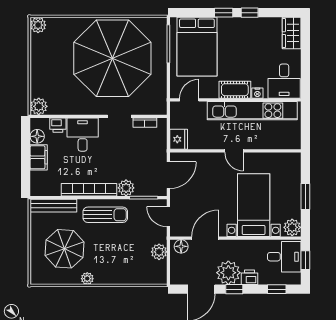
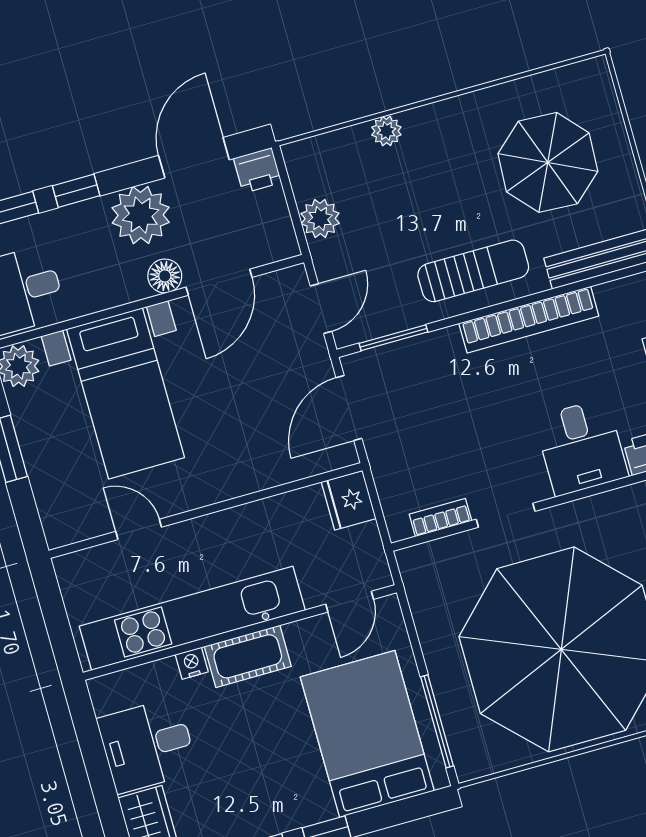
desk: (284, 81) -> (147, 745), moved, turned -90
door: (234, 151) -> (139, 529), moved
plant: (126, 188) -> (442, 349), removed
sun lounger: (105, 215) -> (473, 271), turned 180
door: (168, 217) -> (321, 309), hinge flipped
floor lamp: (181, 246) -> (165, 276), moved
printer: (250, 277) -> (257, 170), moved
plant: (87, 279) -> (386, 131), moved
window: (234, 289) -> (76, 191), moved

